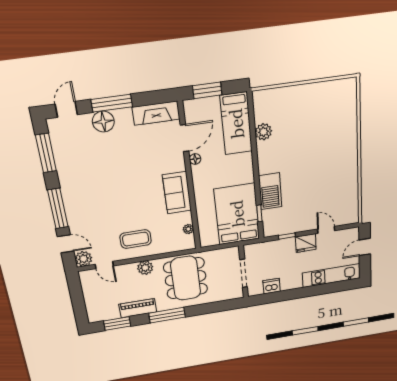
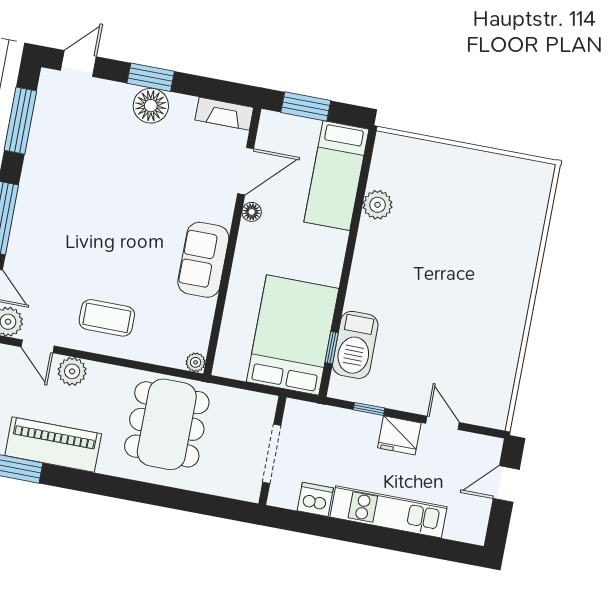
window: (112, 103) -> (151, 77), width x0.69
fireplace: (156, 113) -> (224, 114), width x0.73, depth x0.76
floor lamp: (103, 122) -> (151, 106), moved
barbecue: (270, 191) -> (355, 345), moved
plant: (188, 229) -> (196, 362), moved
plant: (145, 268) -> (72, 371), moved
kitchen unit: (331, 276) -> (388, 512), moved
piano: (138, 308) -> (53, 445), width x1.37, depth x1.33
window: (167, 315) -> (110, 486), removed

